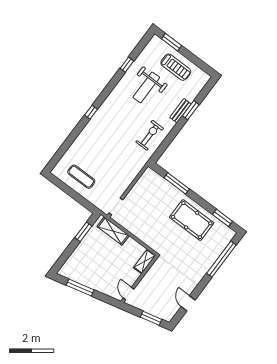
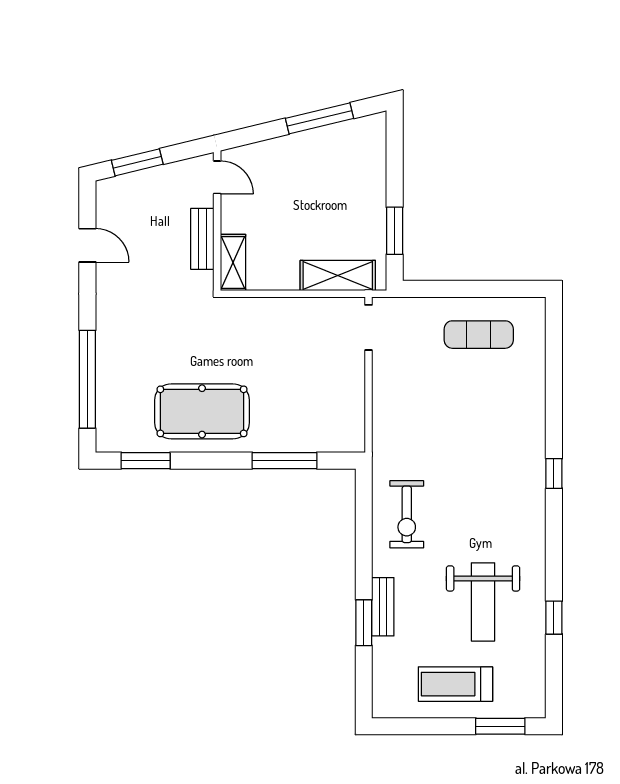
weight bench: (146, 87) -> (483, 602), turned 180
bench: (149, 277) -> (202, 239), added

